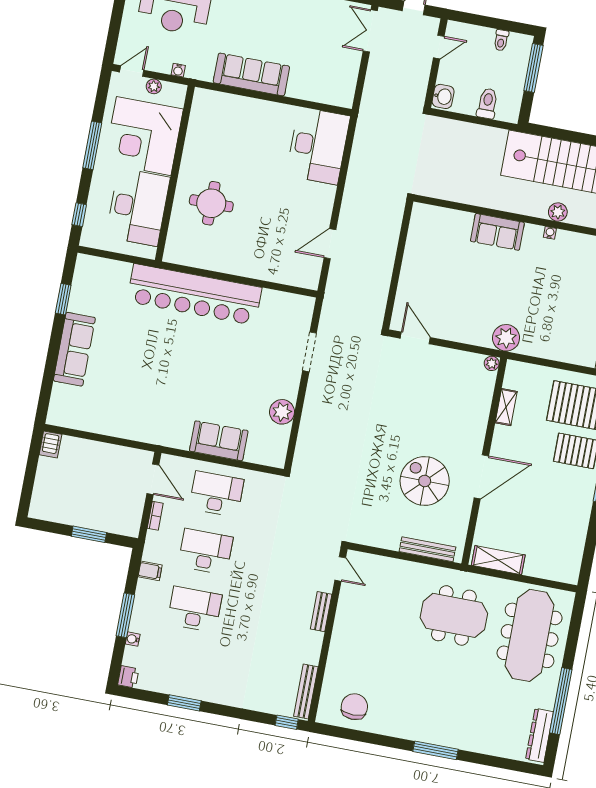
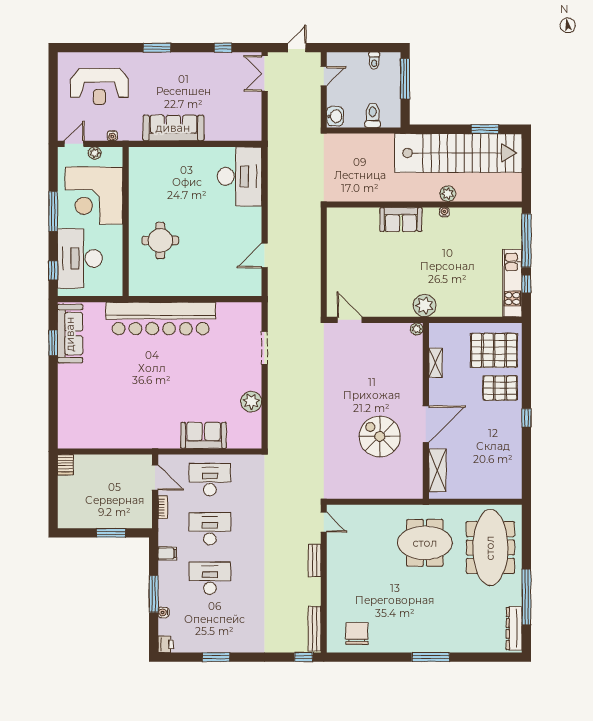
desk: (138, 207) -> (80, 259), moved, turned 180
sofa: (74, 349) -> (70, 334), moved
bench: (427, 549) -> (393, 492), removed
shelving: (498, 560) -> (437, 470), moved, turned 90

